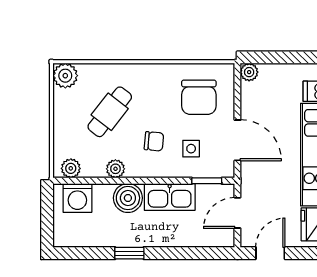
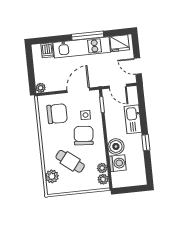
plant: (65, 76) -> (52, 176), moved
chair: (154, 141) -> (84, 136), width x1.87, depth x1.87
plant: (115, 169) -> (102, 168), moved
kitchen sink: (170, 197) -> (133, 119), moved, turned 180
washing machine: (77, 198) -> (118, 163), moved

